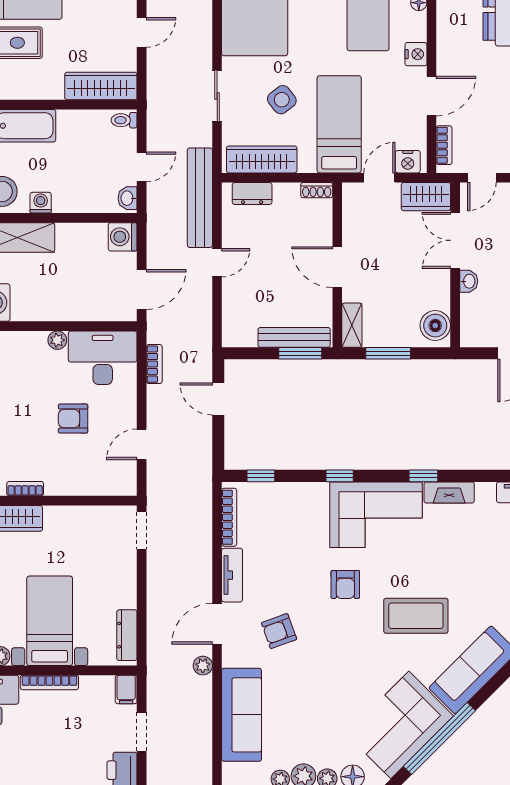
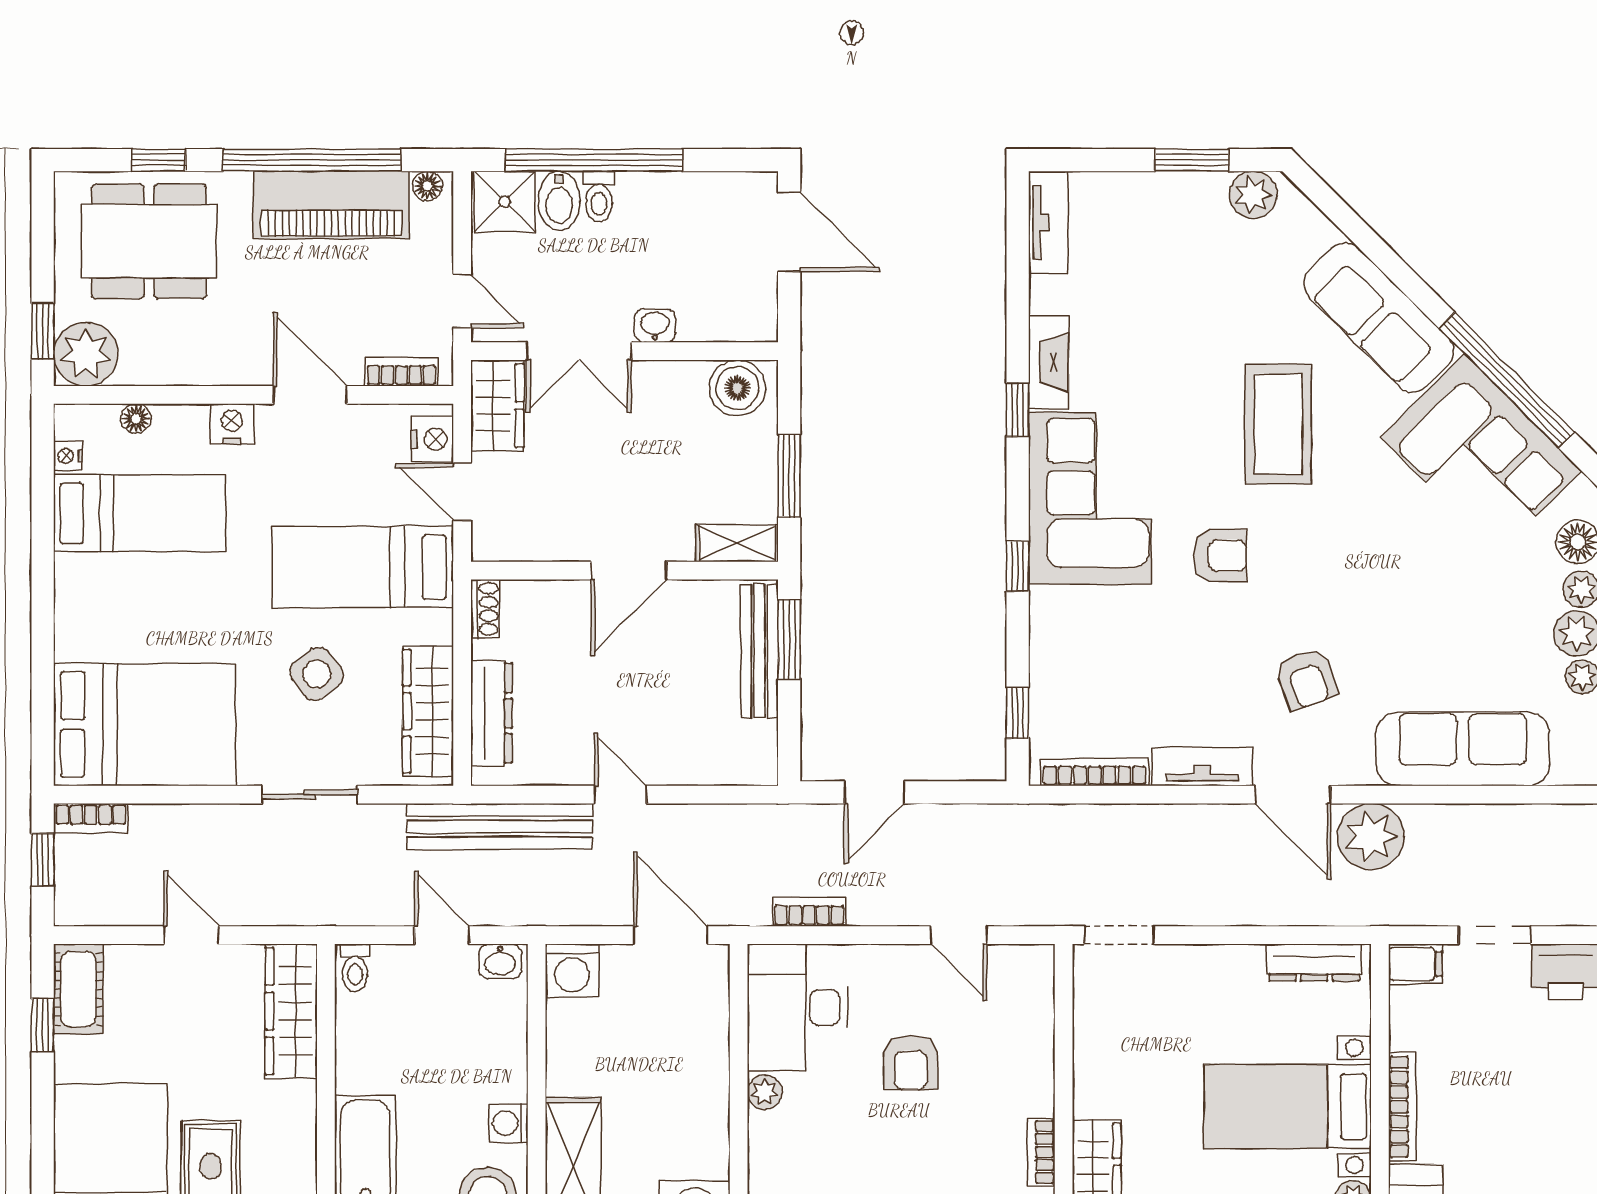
dresser: (252, 194) -> (491, 713), width x1.44
plant: (203, 666) -> (1371, 837), width x1.88, depth x1.88

